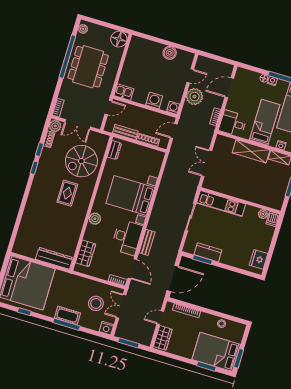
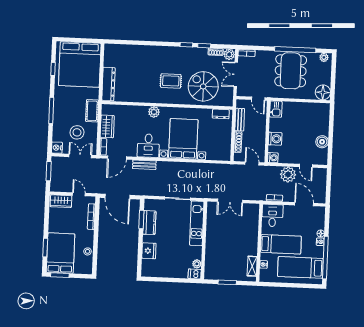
dining table: (88, 67) -> (291, 71), turned 90
shelving: (251, 151) -> (251, 239), removed
double door: (207, 163) -> (230, 201), swing flipped
desk: (127, 237) -> (148, 146), width x0.73
wardrobe: (86, 253) -> (107, 126), moved, turned -90
fridge: (259, 259) -> (149, 251), moved, turned 90
cot: (67, 316) -> (92, 111), moved

